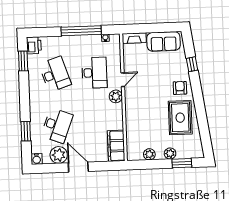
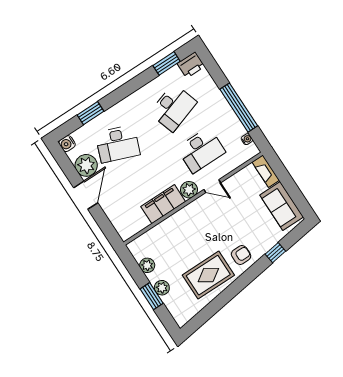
filing cabinet: (116, 146) -> (163, 204), moved
window: (182, 163) -> (152, 296), moved

